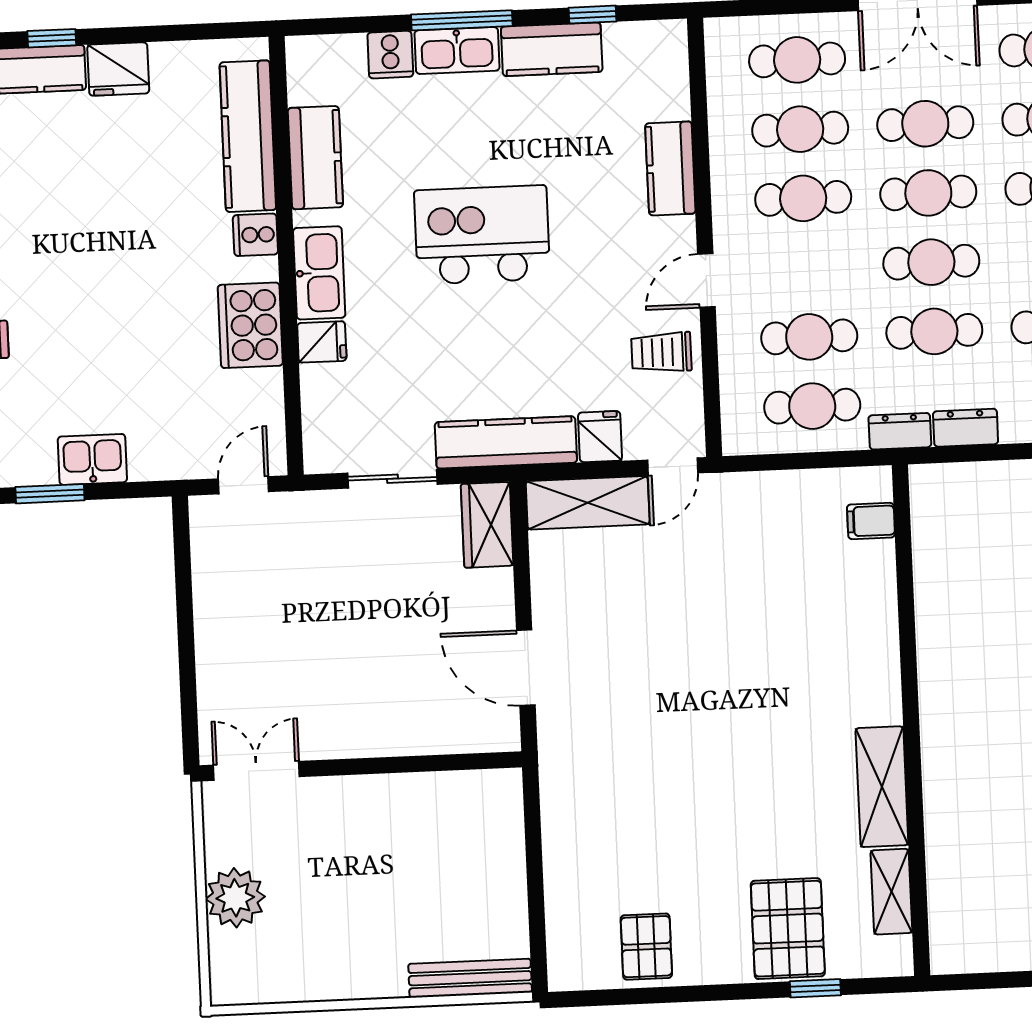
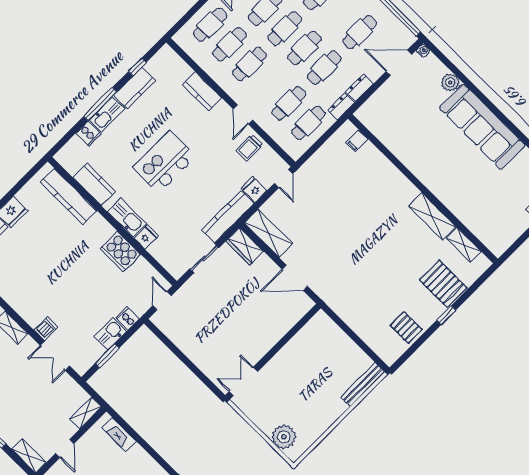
cooker: (255, 235) -> (127, 318), moved, turned 90
shelving: (588, 503) -> (269, 233), moved, turned 90
plant: (235, 898) -> (284, 437), moved
window: (815, 988) -> (446, 315), moved

